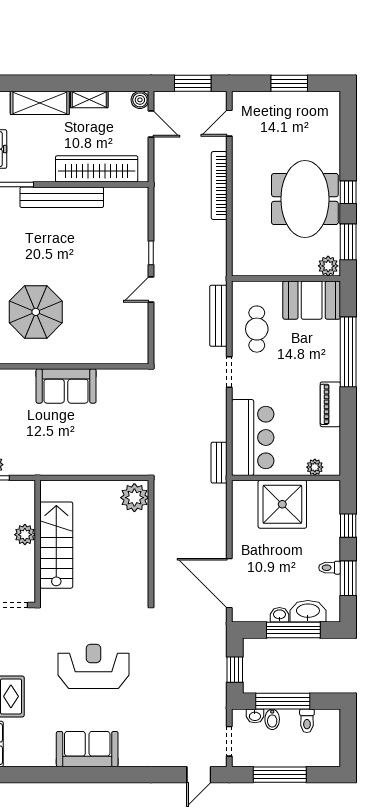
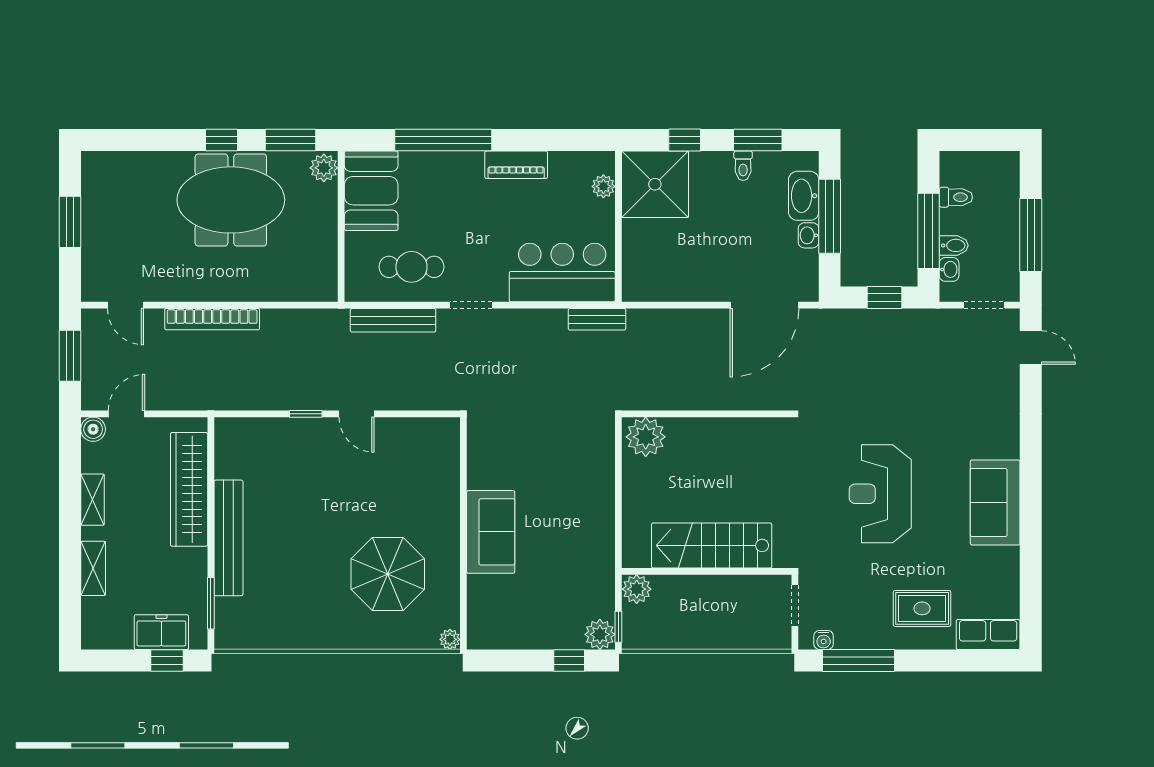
shelving: (40, 103) -> (93, 568), width x0.67, depth x0.75
shower: (282, 504) -> (655, 184), moved
plant: (25, 535) -> (637, 589), moved

